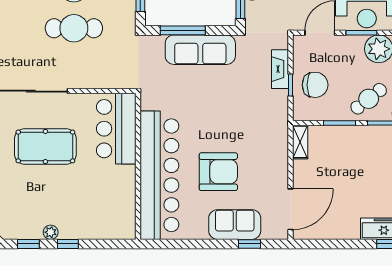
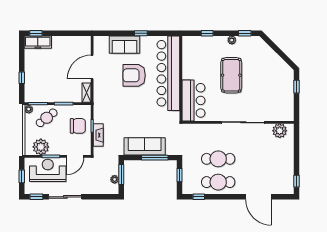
chair: (315, 85) -> (78, 126), turned 180
pool table: (45, 146) -> (231, 75), moved, turned 90
door: (290, 209) -> (92, 67), moved
window: (68, 244) -> (207, 33), moved
window: (249, 244) -> (141, 33), moved

